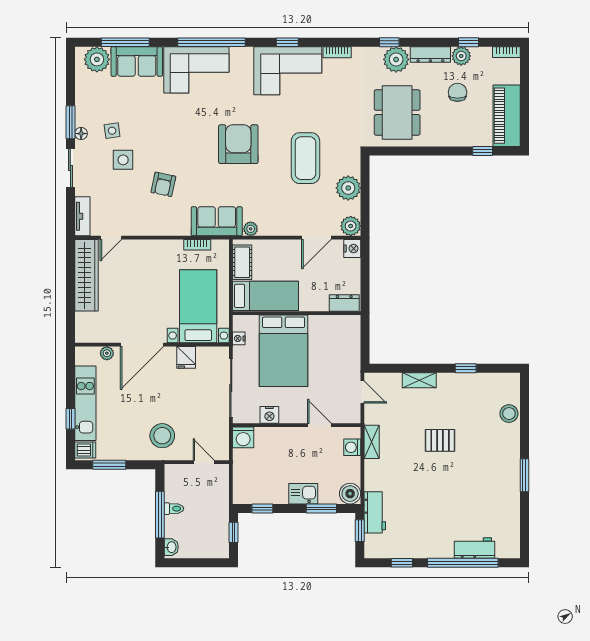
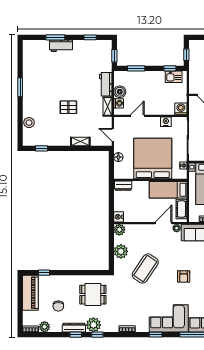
window: (468, 42) -> (76, 335), moved
plant: (461, 56) -> (44, 327), moved
corner sofa: (288, 71) -> (169, 318), moved
dining table: (397, 112) -> (93, 295), width x0.73
armchair: (238, 144) -> (184, 276), width x0.53, depth x0.53
coffee table: (305, 158) -> (145, 268), turned 34
door: (316, 238) -> (163, 223), moved
bed: (284, 351) -> (153, 158), width x1.36
floor lamp: (353, 353) -> (118, 157), added
window: (466, 368) -> (41, 148), moved
door: (319, 425) -> (137, 116), swing flipped
kitchen sink: (303, 494) -> (174, 77), moved
boiler: (350, 494) -> (120, 92), moved
workbench: (375, 512) -> (106, 84), moved
workbench: (474, 548) -> (61, 46), moved
window: (463, 563) -> (55, 37), width x0.47

